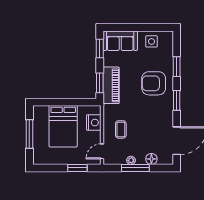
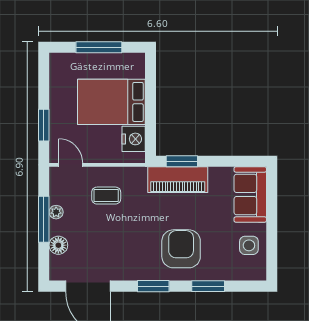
window: (100, 49) -> (237, 161), removed
nightstand: (94, 123) -> (134, 139), moved, turned -90

